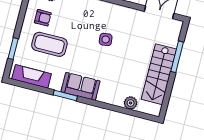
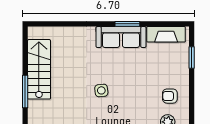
coffee table: (49, 44) -> (156, 71), removed
sofa: (81, 86) -> (121, 37), width x1.36
plant: (131, 103) -> (60, 33), removed

